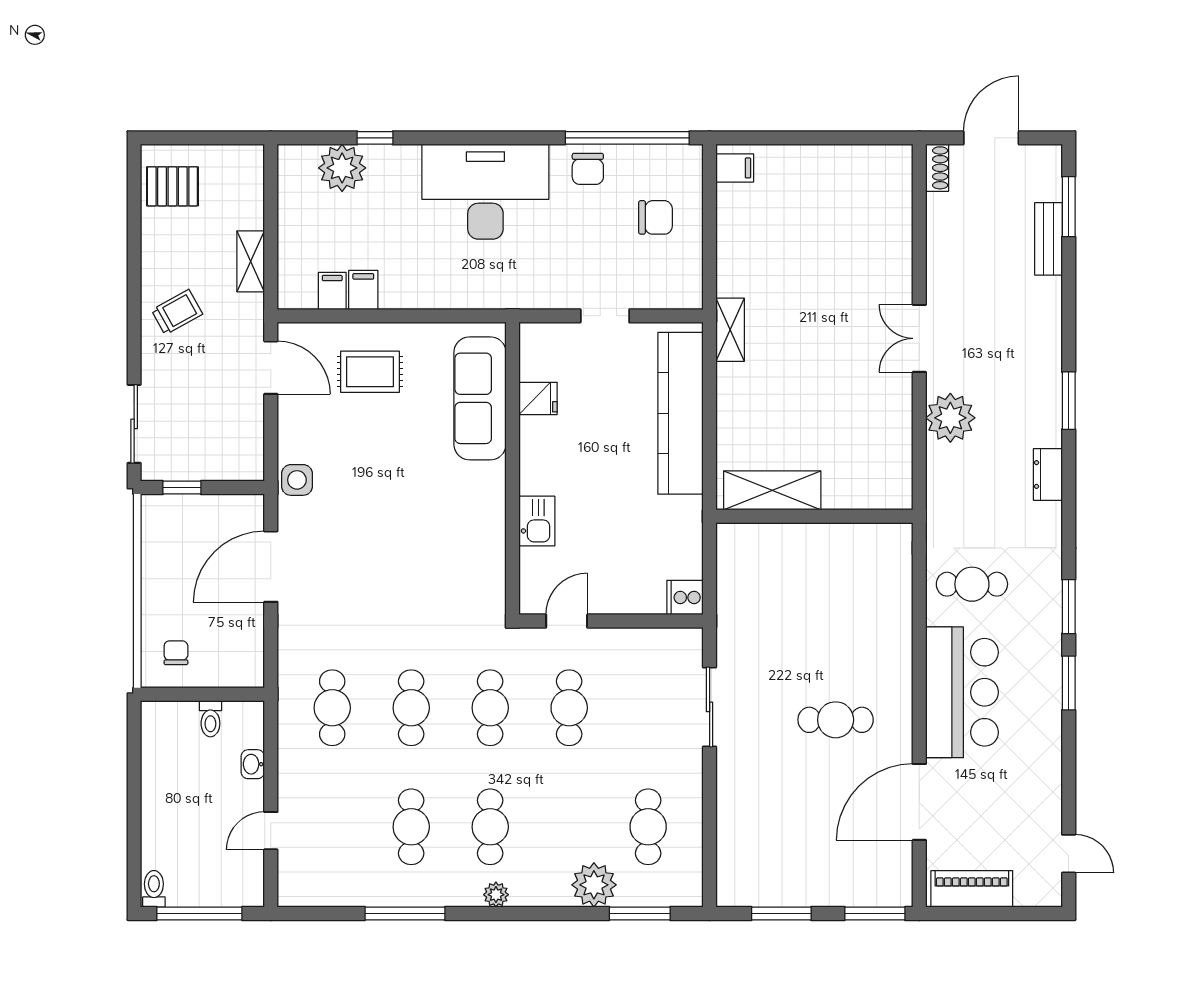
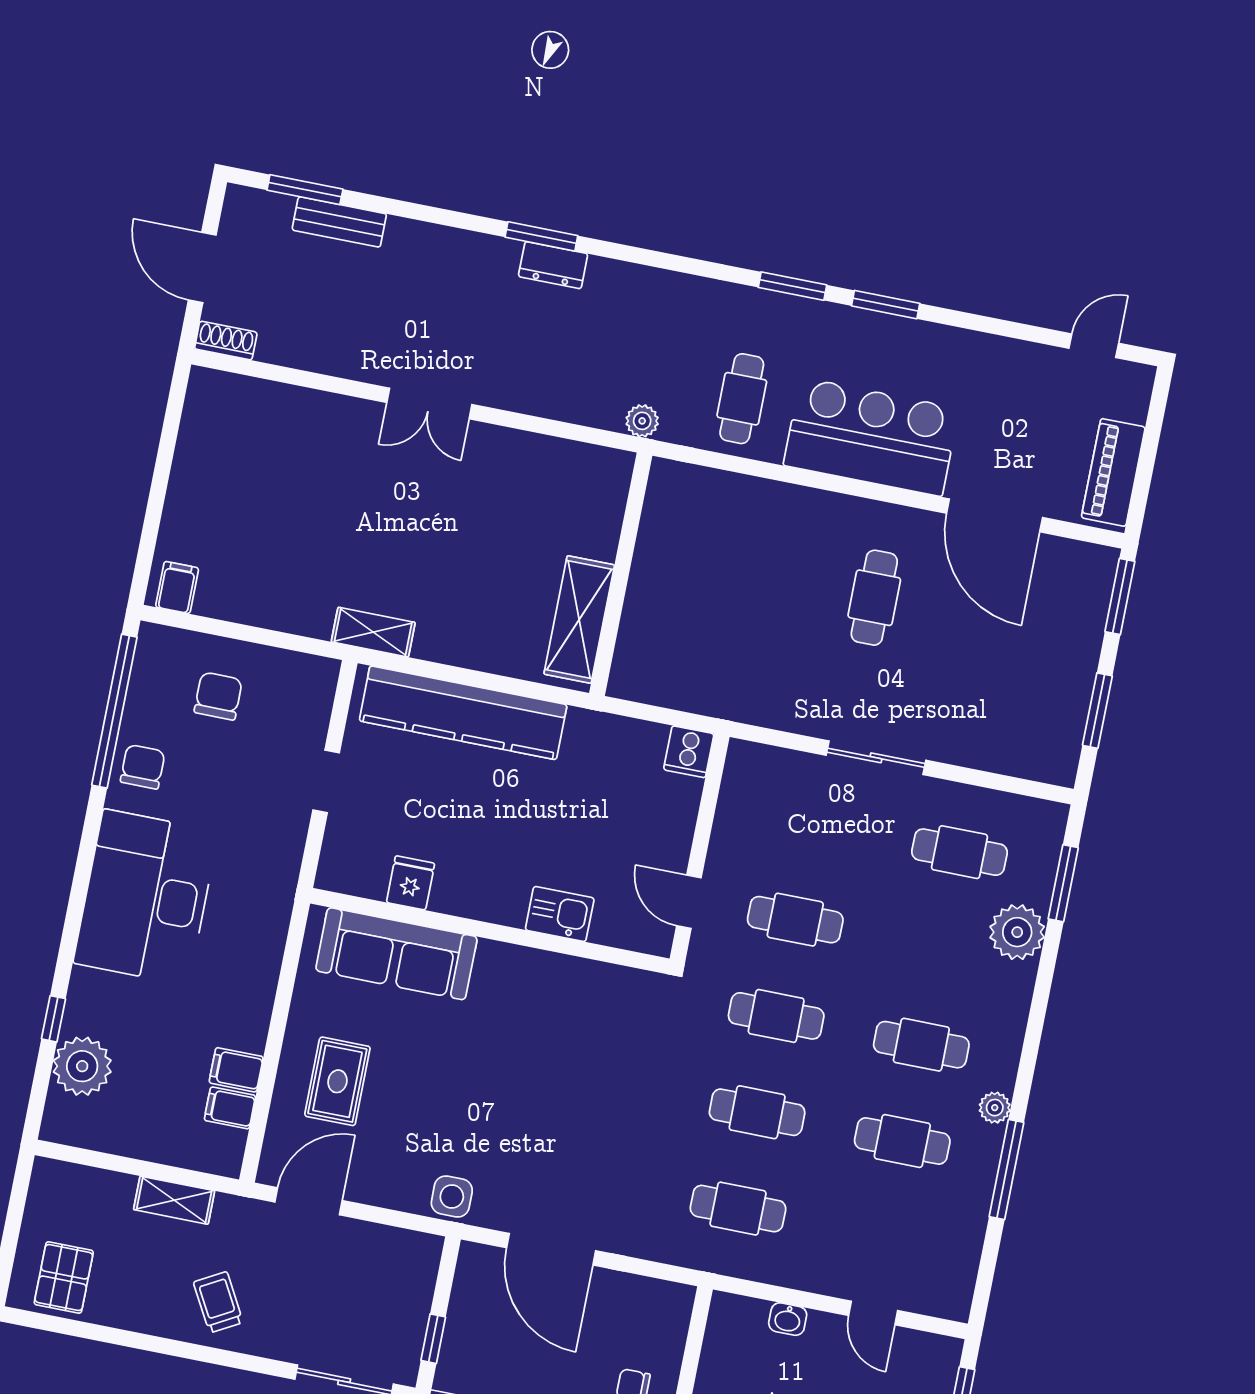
chair: (588, 169) -> (143, 767), turned -90
plant: (950, 418) -> (642, 421), moved, width x0.53, depth x0.53
dresser: (1048, 474) -> (553, 265), moved
sliding door: (710, 707) -> (876, 758), moved
toilet: (210, 719) -> (722, 1360), removed
plant: (496, 895) -> (995, 1108), moved

